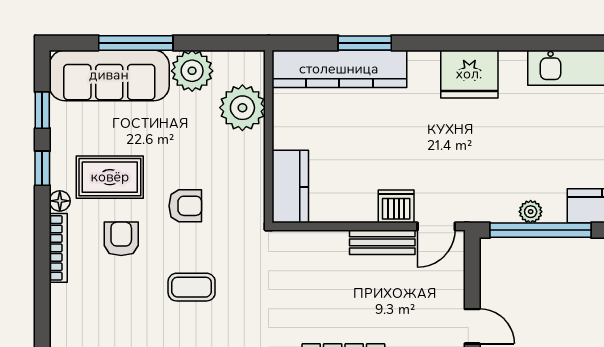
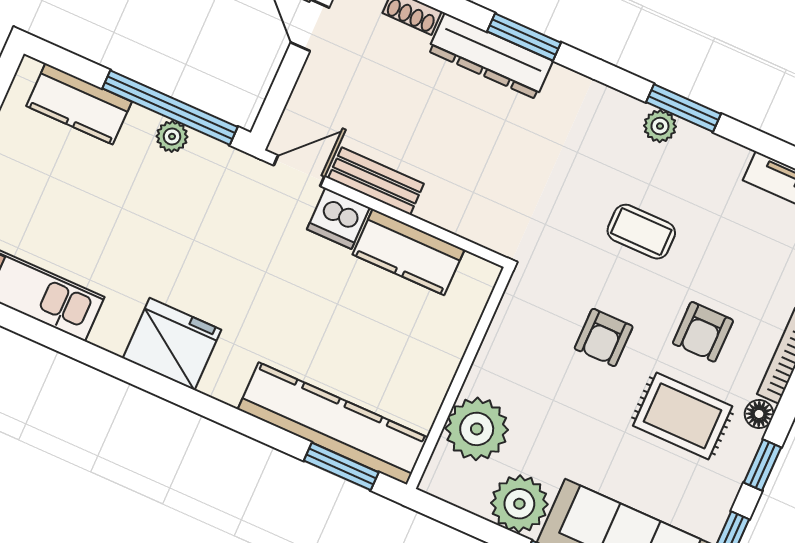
window: (365, 43) -> (341, 466), moved
kitchen counter: (290, 187) -> (408, 252), moved, turned -90
armchair: (185, 206) -> (604, 337), turned -90

